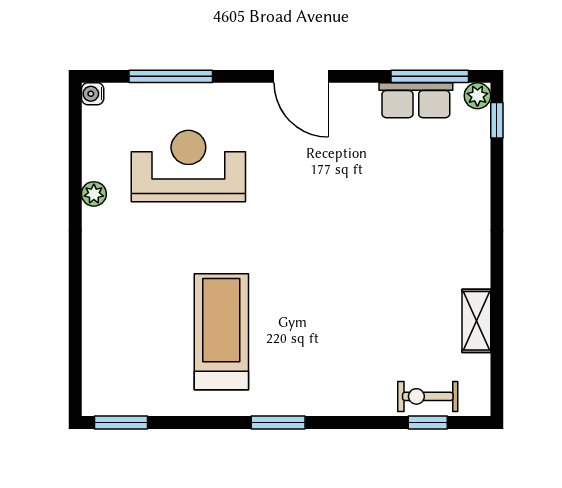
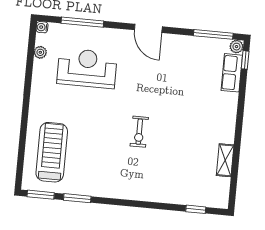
row of seats: (416, 100) -> (232, 73), moved, turned 90
plant: (94, 194) -> (40, 52), moved
treadmill: (221, 332) -> (52, 152), moved
exercise bike: (428, 396) -> (139, 132), moved, turned -90
window: (278, 423) -> (77, 198), moved

